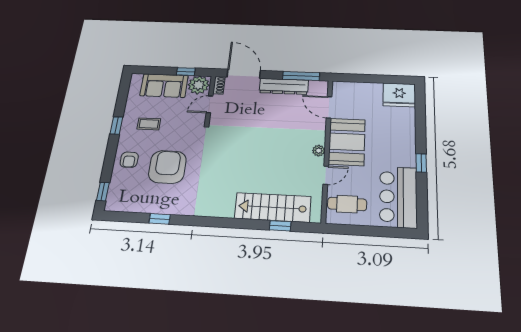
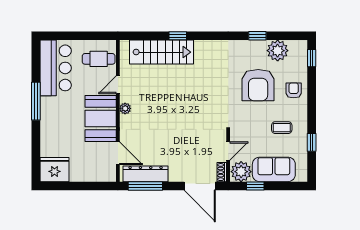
dresser: (284, 86) -> (146, 174), moved
window: (116, 125) -> (312, 142), moved
window: (421, 163) -> (36, 101), width x2.17
plant: (139, 202) -> (278, 51), added
window: (280, 226) -> (178, 36), moved

